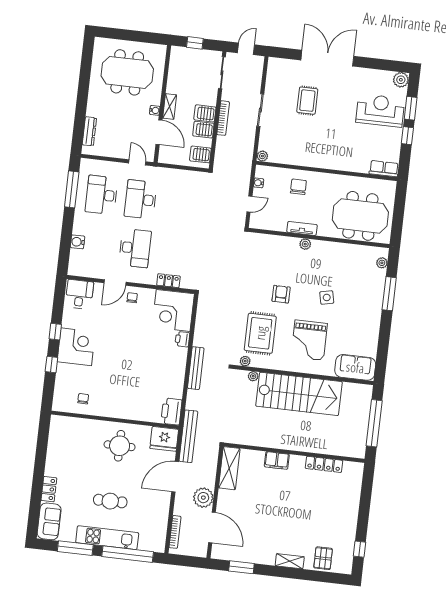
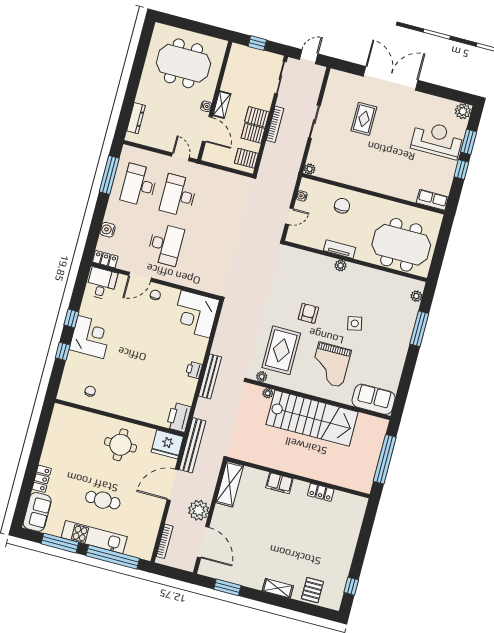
locker: (168, 281) -> (105, 259), moved
printer: (182, 339) -> (194, 370), moved
locker: (324, 464) -> (321, 492), width x0.66

